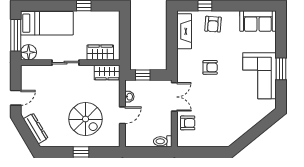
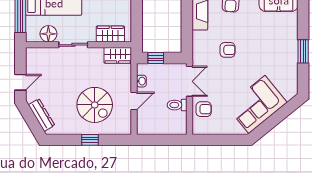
floor lamp: (29, 52) -> (48, 34), moved
corner sofa: (259, 76) -> (257, 104), moved, turned 51
toilet: (163, 141) -> (177, 105), moved

